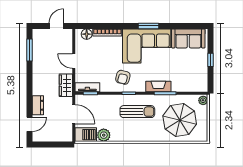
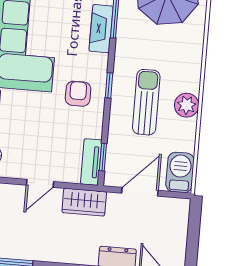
armchair: (123, 77) -> (78, 94), turned -104
sun lounger: (137, 112) -> (146, 102), moved
plant: (104, 135) -> (187, 105), moved

